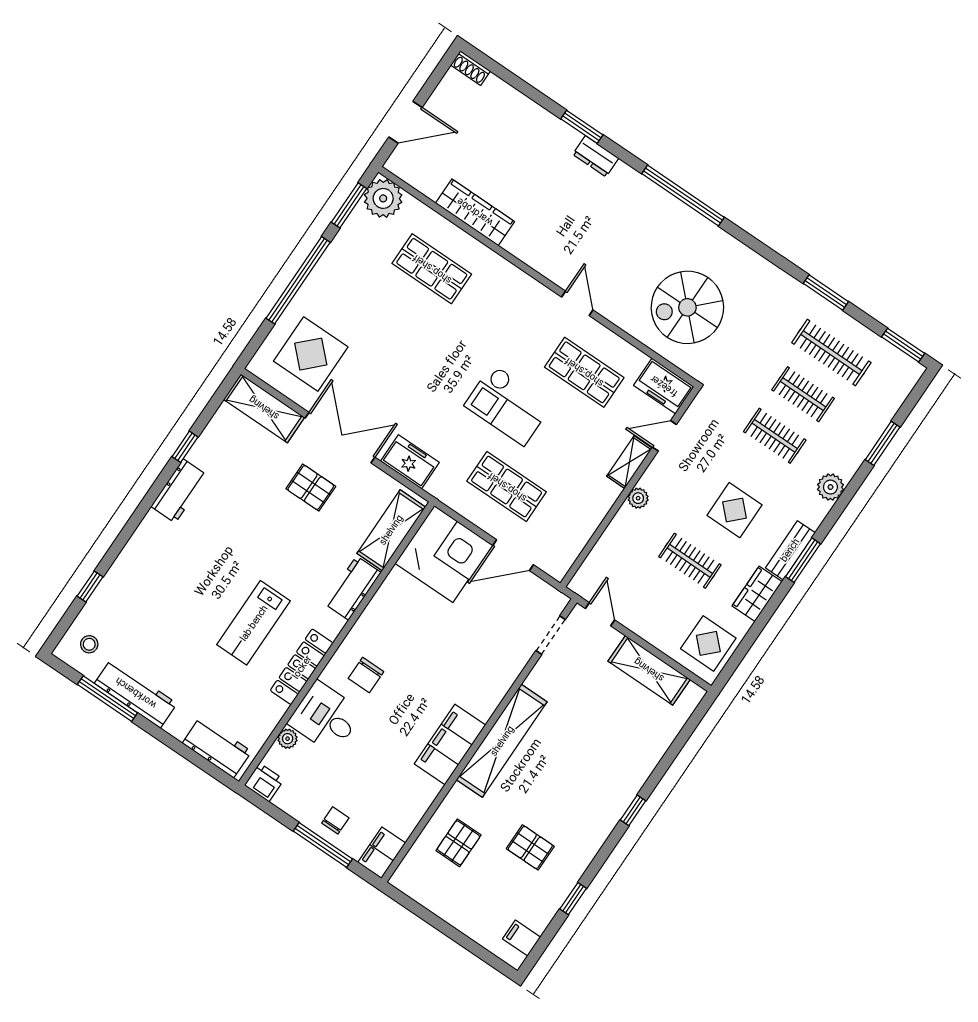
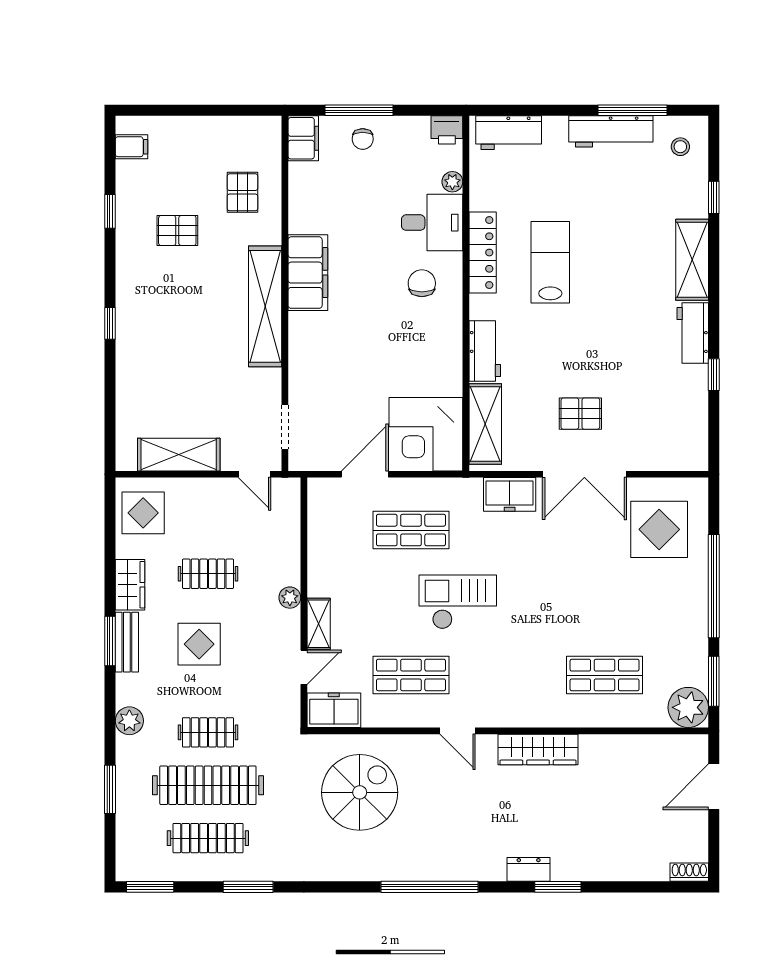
wardrobe: (475, 212) -> (538, 749), moved
clothes rail: (803, 394) -> (208, 785), width x1.86, depth x1.31
shelving: (264, 408) -> (692, 260), moved, turned 90

